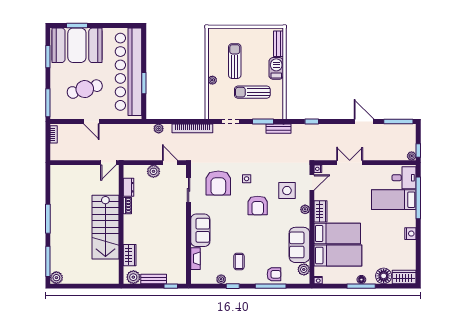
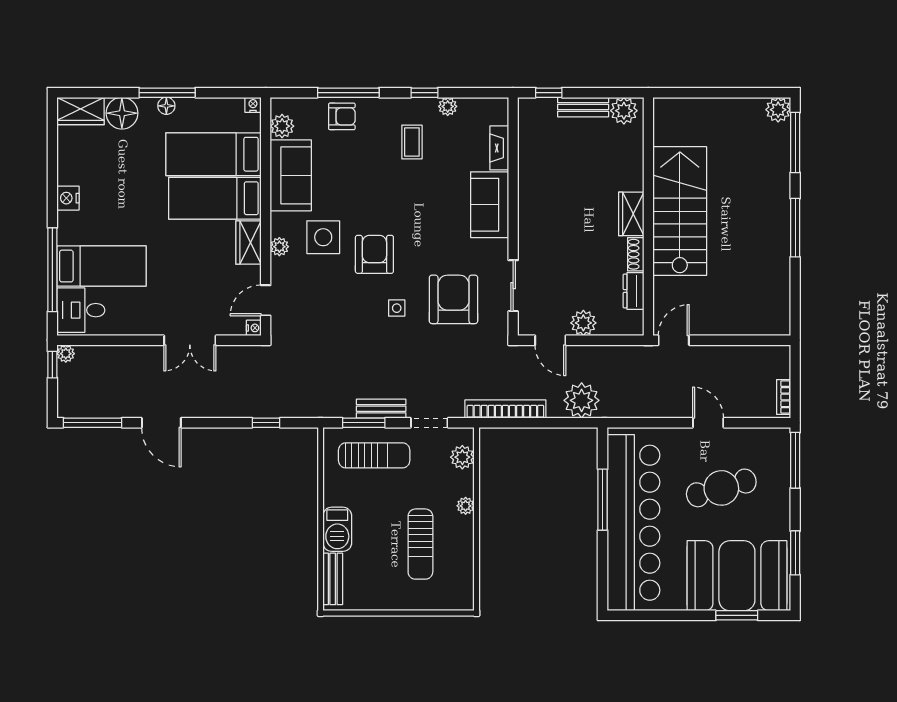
window: (144, 83) -> (603, 500), width x1.44
sun lounger: (252, 92) -> (374, 455), moved
plant: (214, 104) -> (462, 457), added
plant: (159, 129) -> (582, 400), width x1.88, depth x1.88
bench: (278, 129) -> (381, 409), moved
side table: (287, 191) -> (323, 237), moved
wardrobe: (130, 255) -> (631, 214), moved
armchair: (274, 274) -> (342, 116), turned 180

